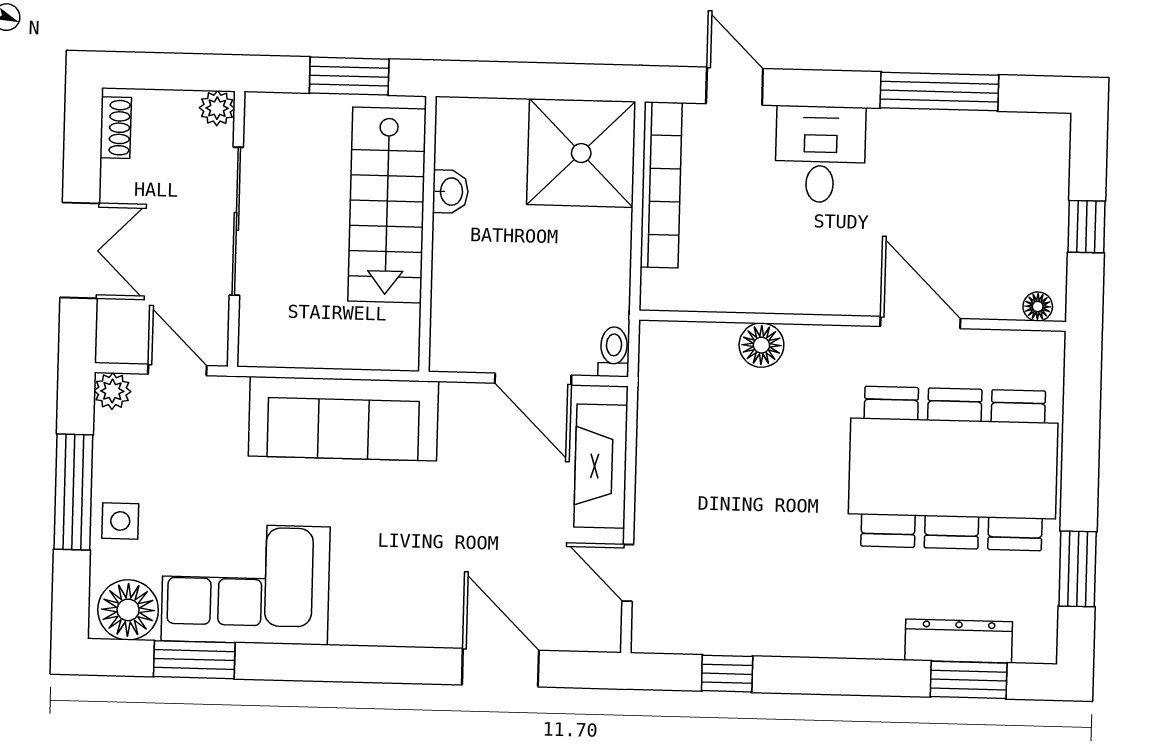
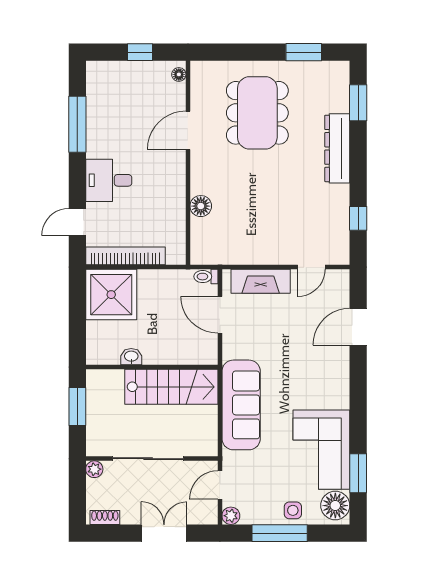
stairs: (387, 205) -> (171, 387), moved
door: (533, 379) -> (220, 315), swing flipped
dining table: (953, 469) -> (257, 113), width x0.73, depth x0.80
dresser: (959, 641) -> (337, 148), moved, width x1.37, depth x1.24

